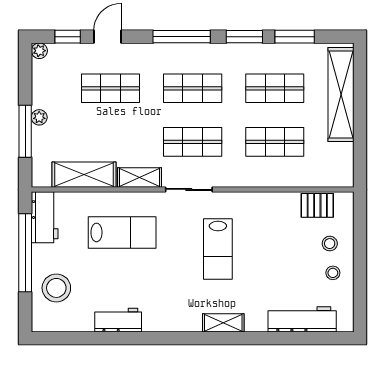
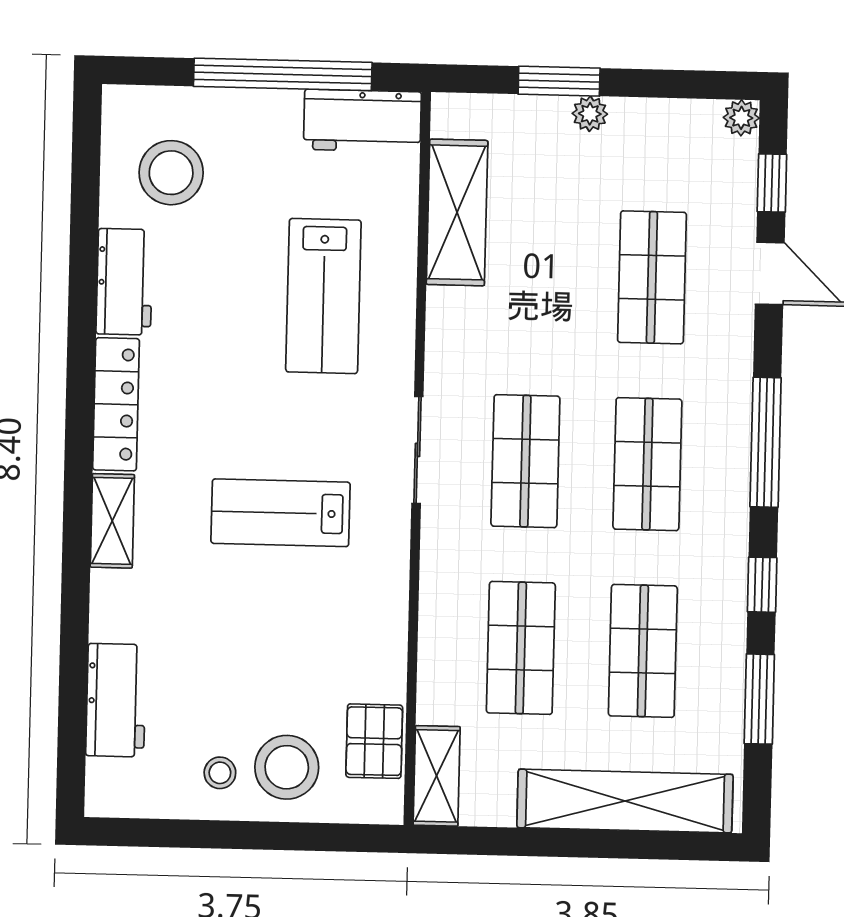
window: (244, 37) -> (762, 585), width x0.67
window: (25, 131) -> (559, 81), width x0.69
shelving: (139, 178) -> (437, 776), moved
stool: (330, 244) -> (287, 767), width x1.89, depth x1.89
stool: (56, 288) -> (171, 173), moved
workbench: (302, 319) -> (116, 700), width x0.73
locker: (172, 322) -> (116, 404), added

